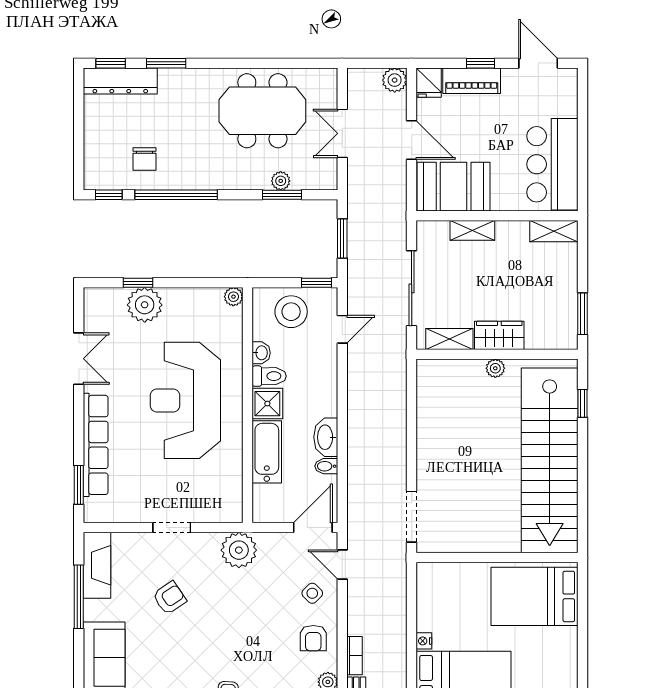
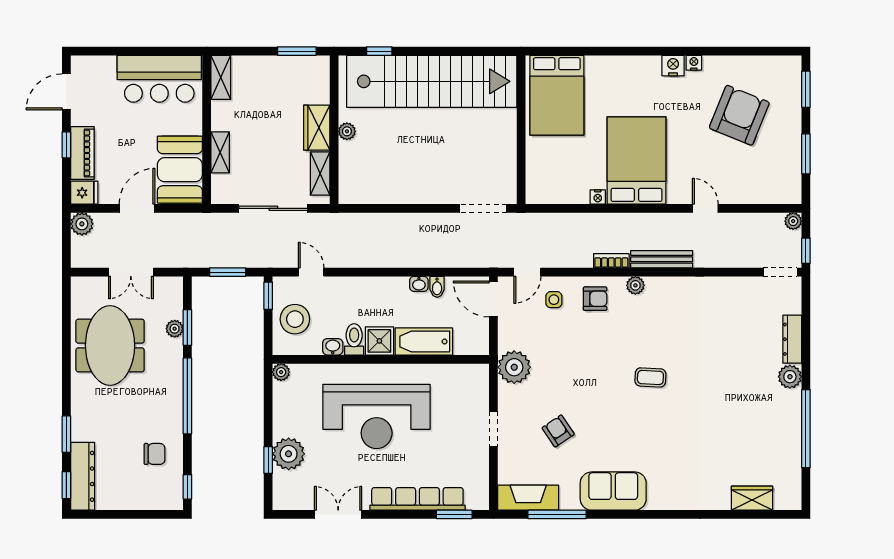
window: (176, 195) -> (187, 396), moved
washbasin: (326, 437) -> (419, 284), width x0.52, depth x0.69
side table: (312, 593) -> (554, 300), turned 45

